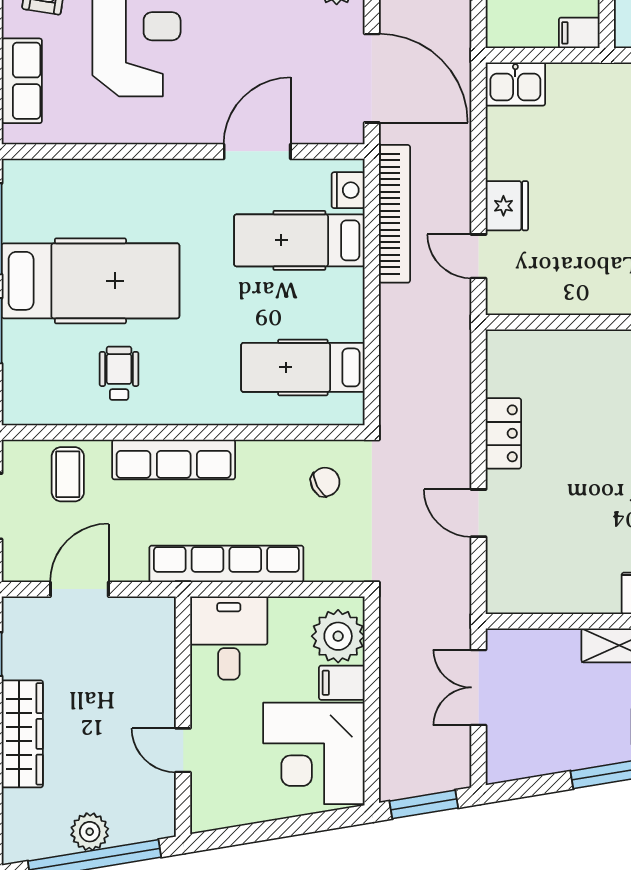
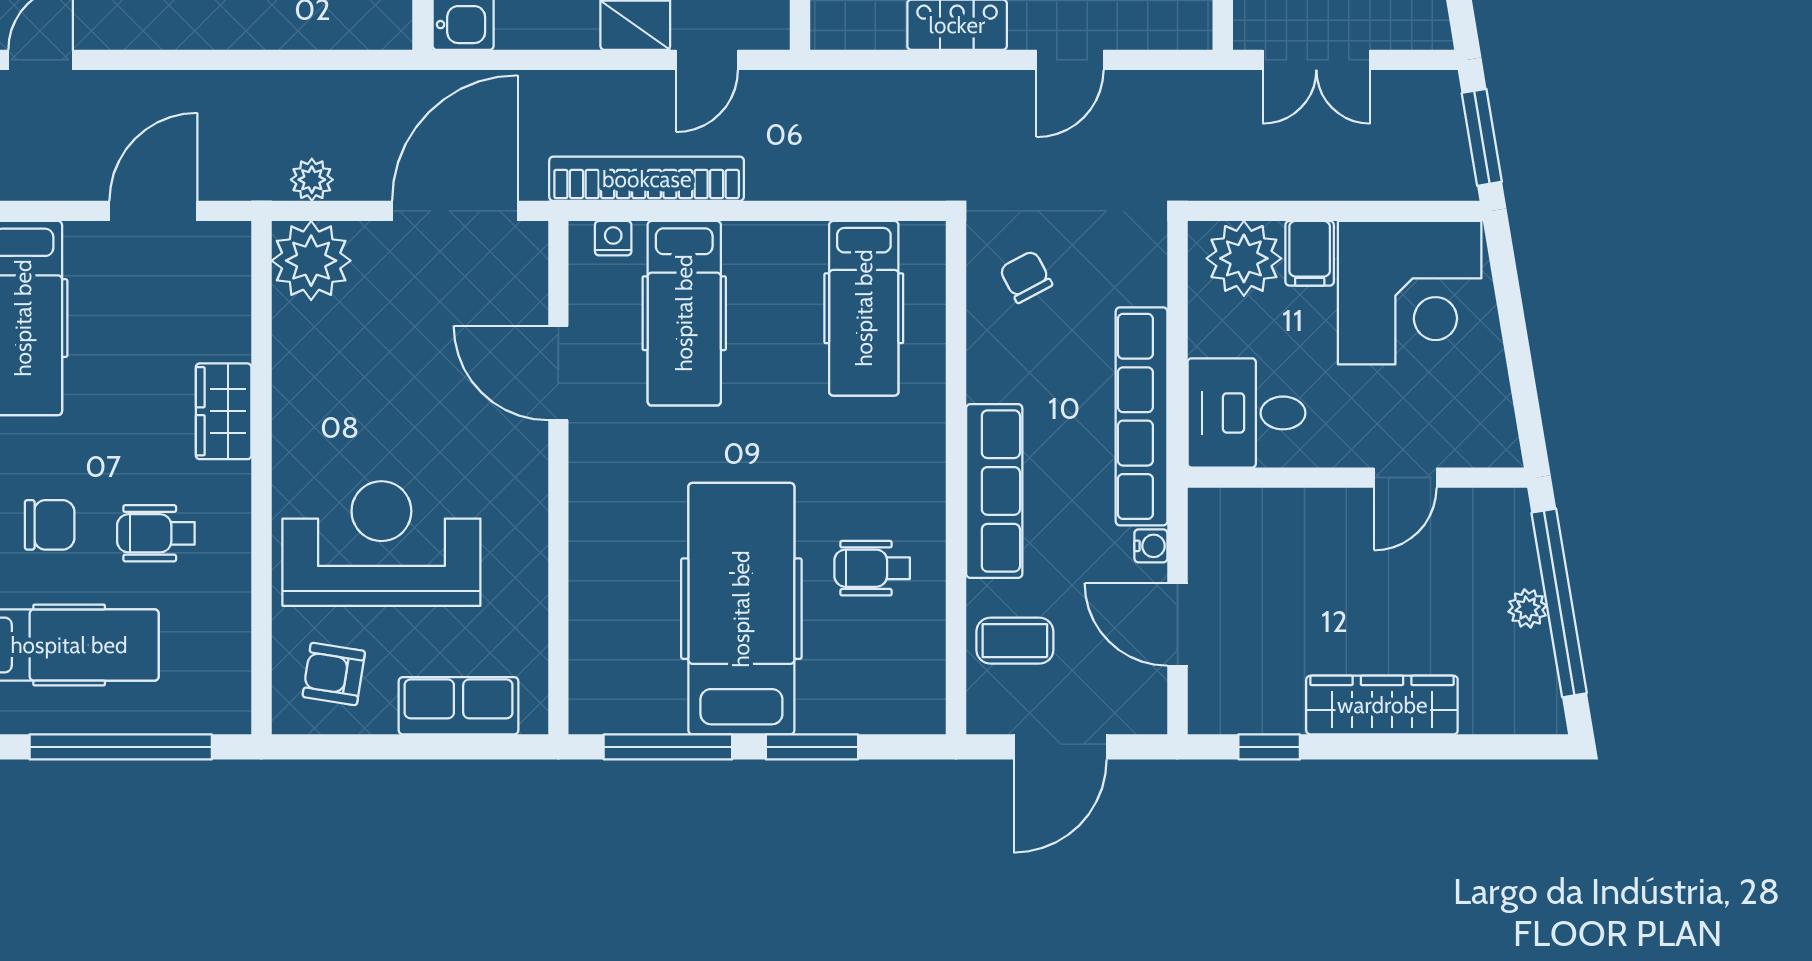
nightstand: (348, 190) -> (613, 238), width x0.72, depth x0.74
water cooler: (135, 570) -> (1151, 546), added
plant: (90, 832) -> (1528, 608), width x0.73, depth x0.73

